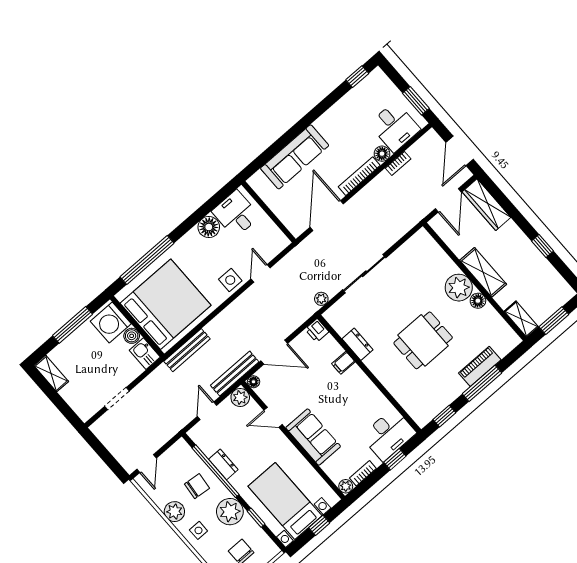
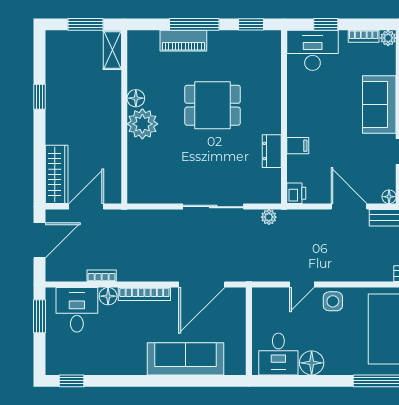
shelving: (483, 272) -> (110, 119), removed

